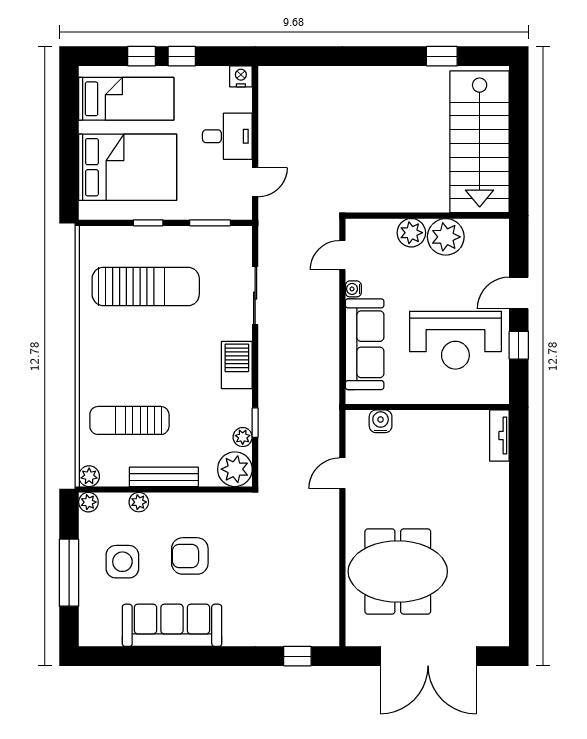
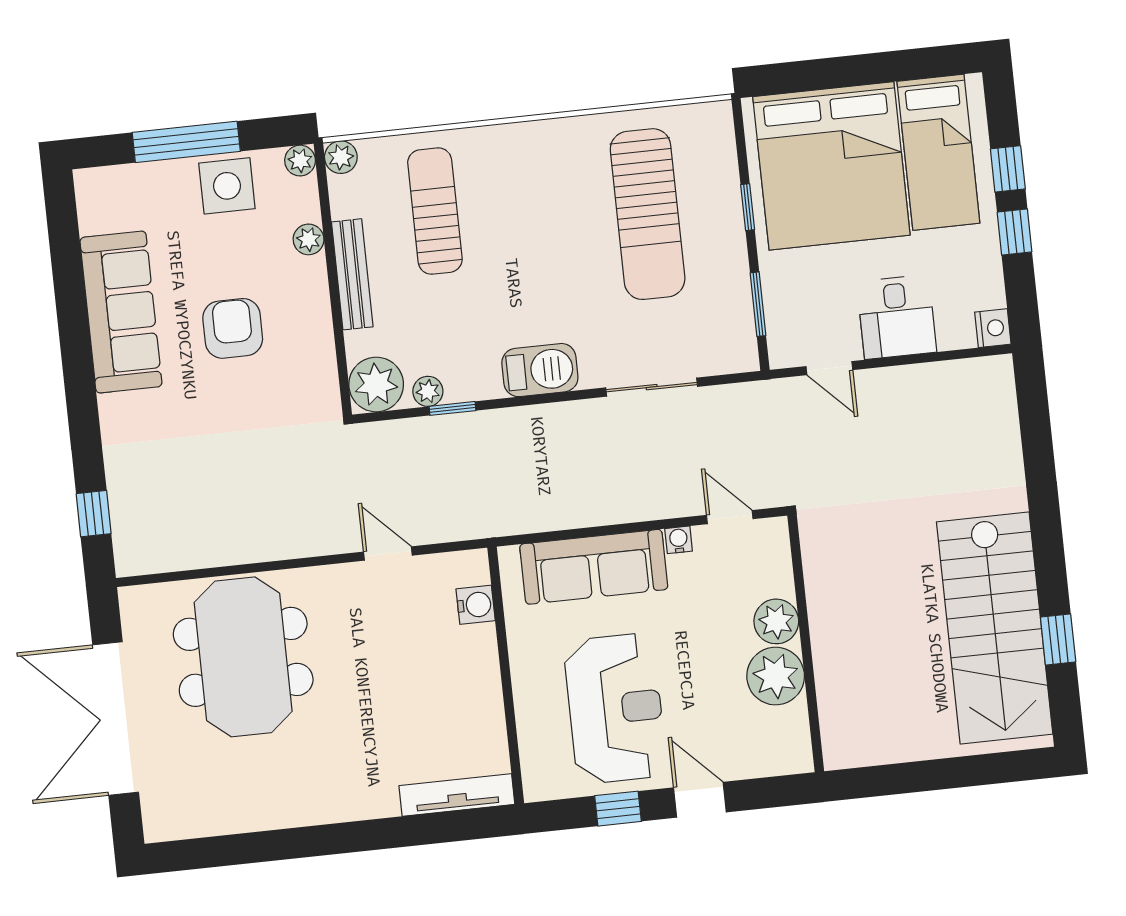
stairs: (480, 142) -> (995, 628), moved, turned -90
bed: (128, 167) -> (831, 166), width x1.36
reception desk: (455, 340) -> (615, 708), turned 180
tv unit: (499, 436) -> (457, 795), width x1.41
side table: (122, 562) -> (227, 186), moved

